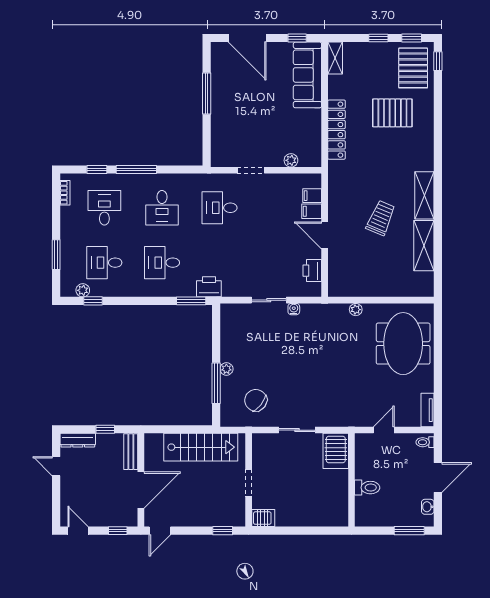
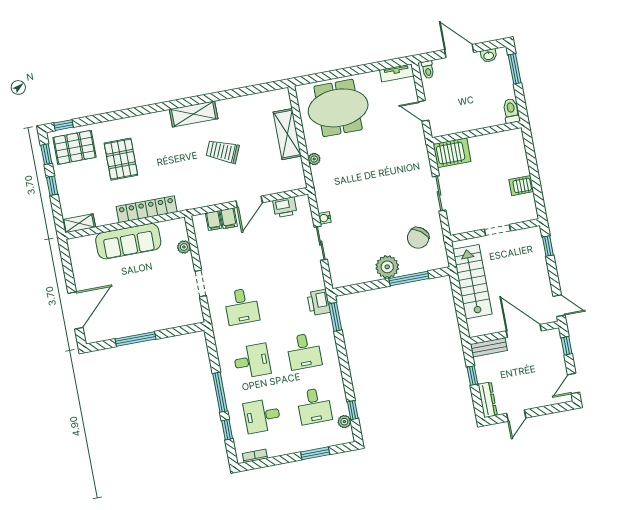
window: (297, 38) -> (67, 263), removed
sofa: (307, 75) -> (128, 241), moved
shelving: (424, 246) -> (287, 134), moved, turned 90
plant: (226, 369) -> (387, 267), width x1.88, depth x1.88
toilet: (367, 488) -> (511, 111), moved
server rack: (263, 518) -> (521, 186), moved, turned -90

